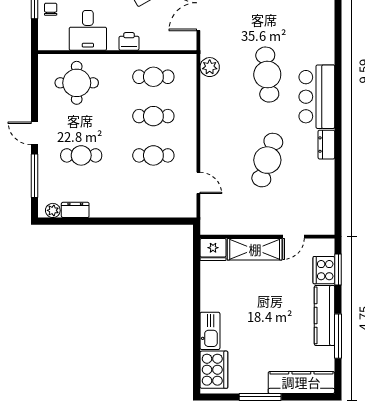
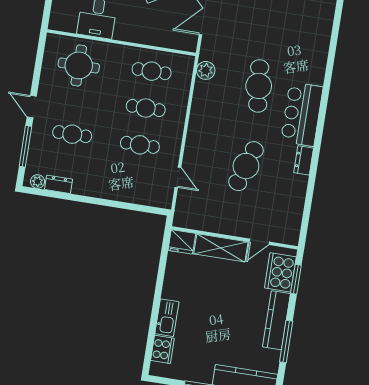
printer: (129, 41) -> (134, 34), removed
cooker: (324, 270) -> (280, 272), width x1.37, depth x1.31
cooker: (214, 370) -> (162, 349), width x0.73, depth x0.76

